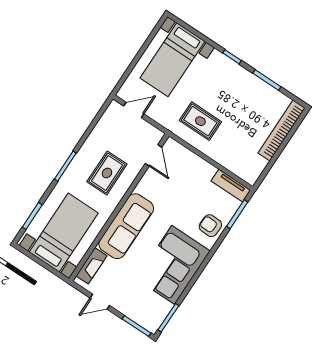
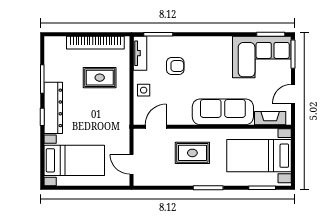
dresser: (234, 72) -> (53, 108), added
rug: (200, 121) -> (100, 78), moved, turned 90
bookcase: (282, 130) -> (95, 43), moved
side table: (195, 167) -> (144, 90), added
armchair: (210, 226) -> (175, 66), moved, turned -92
corner sofa: (173, 265) -> (262, 57), moved
door: (100, 302) -> (293, 94), swing flipped

